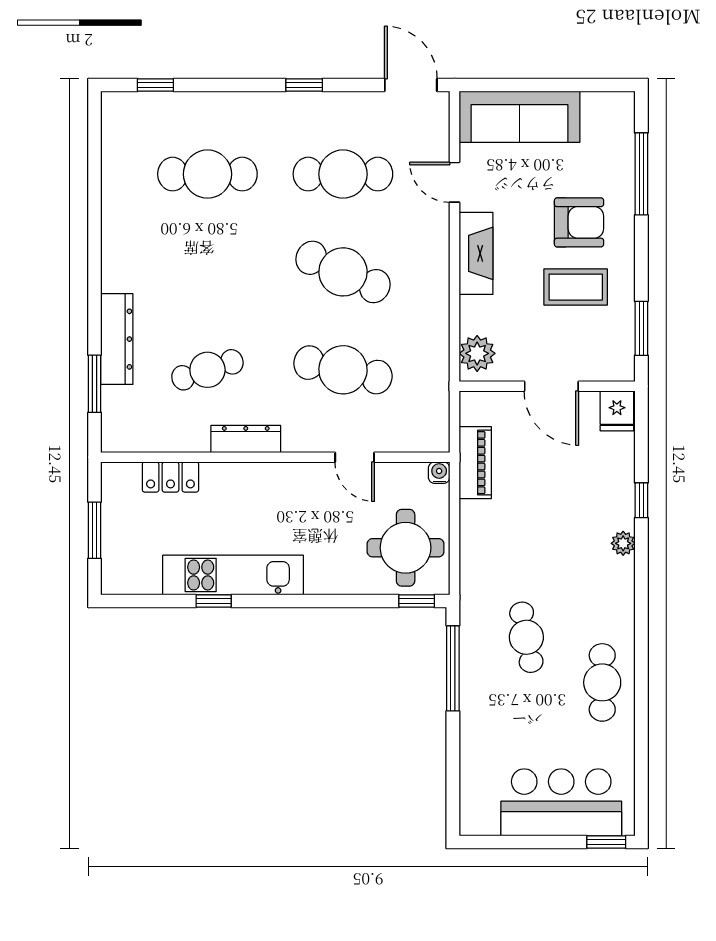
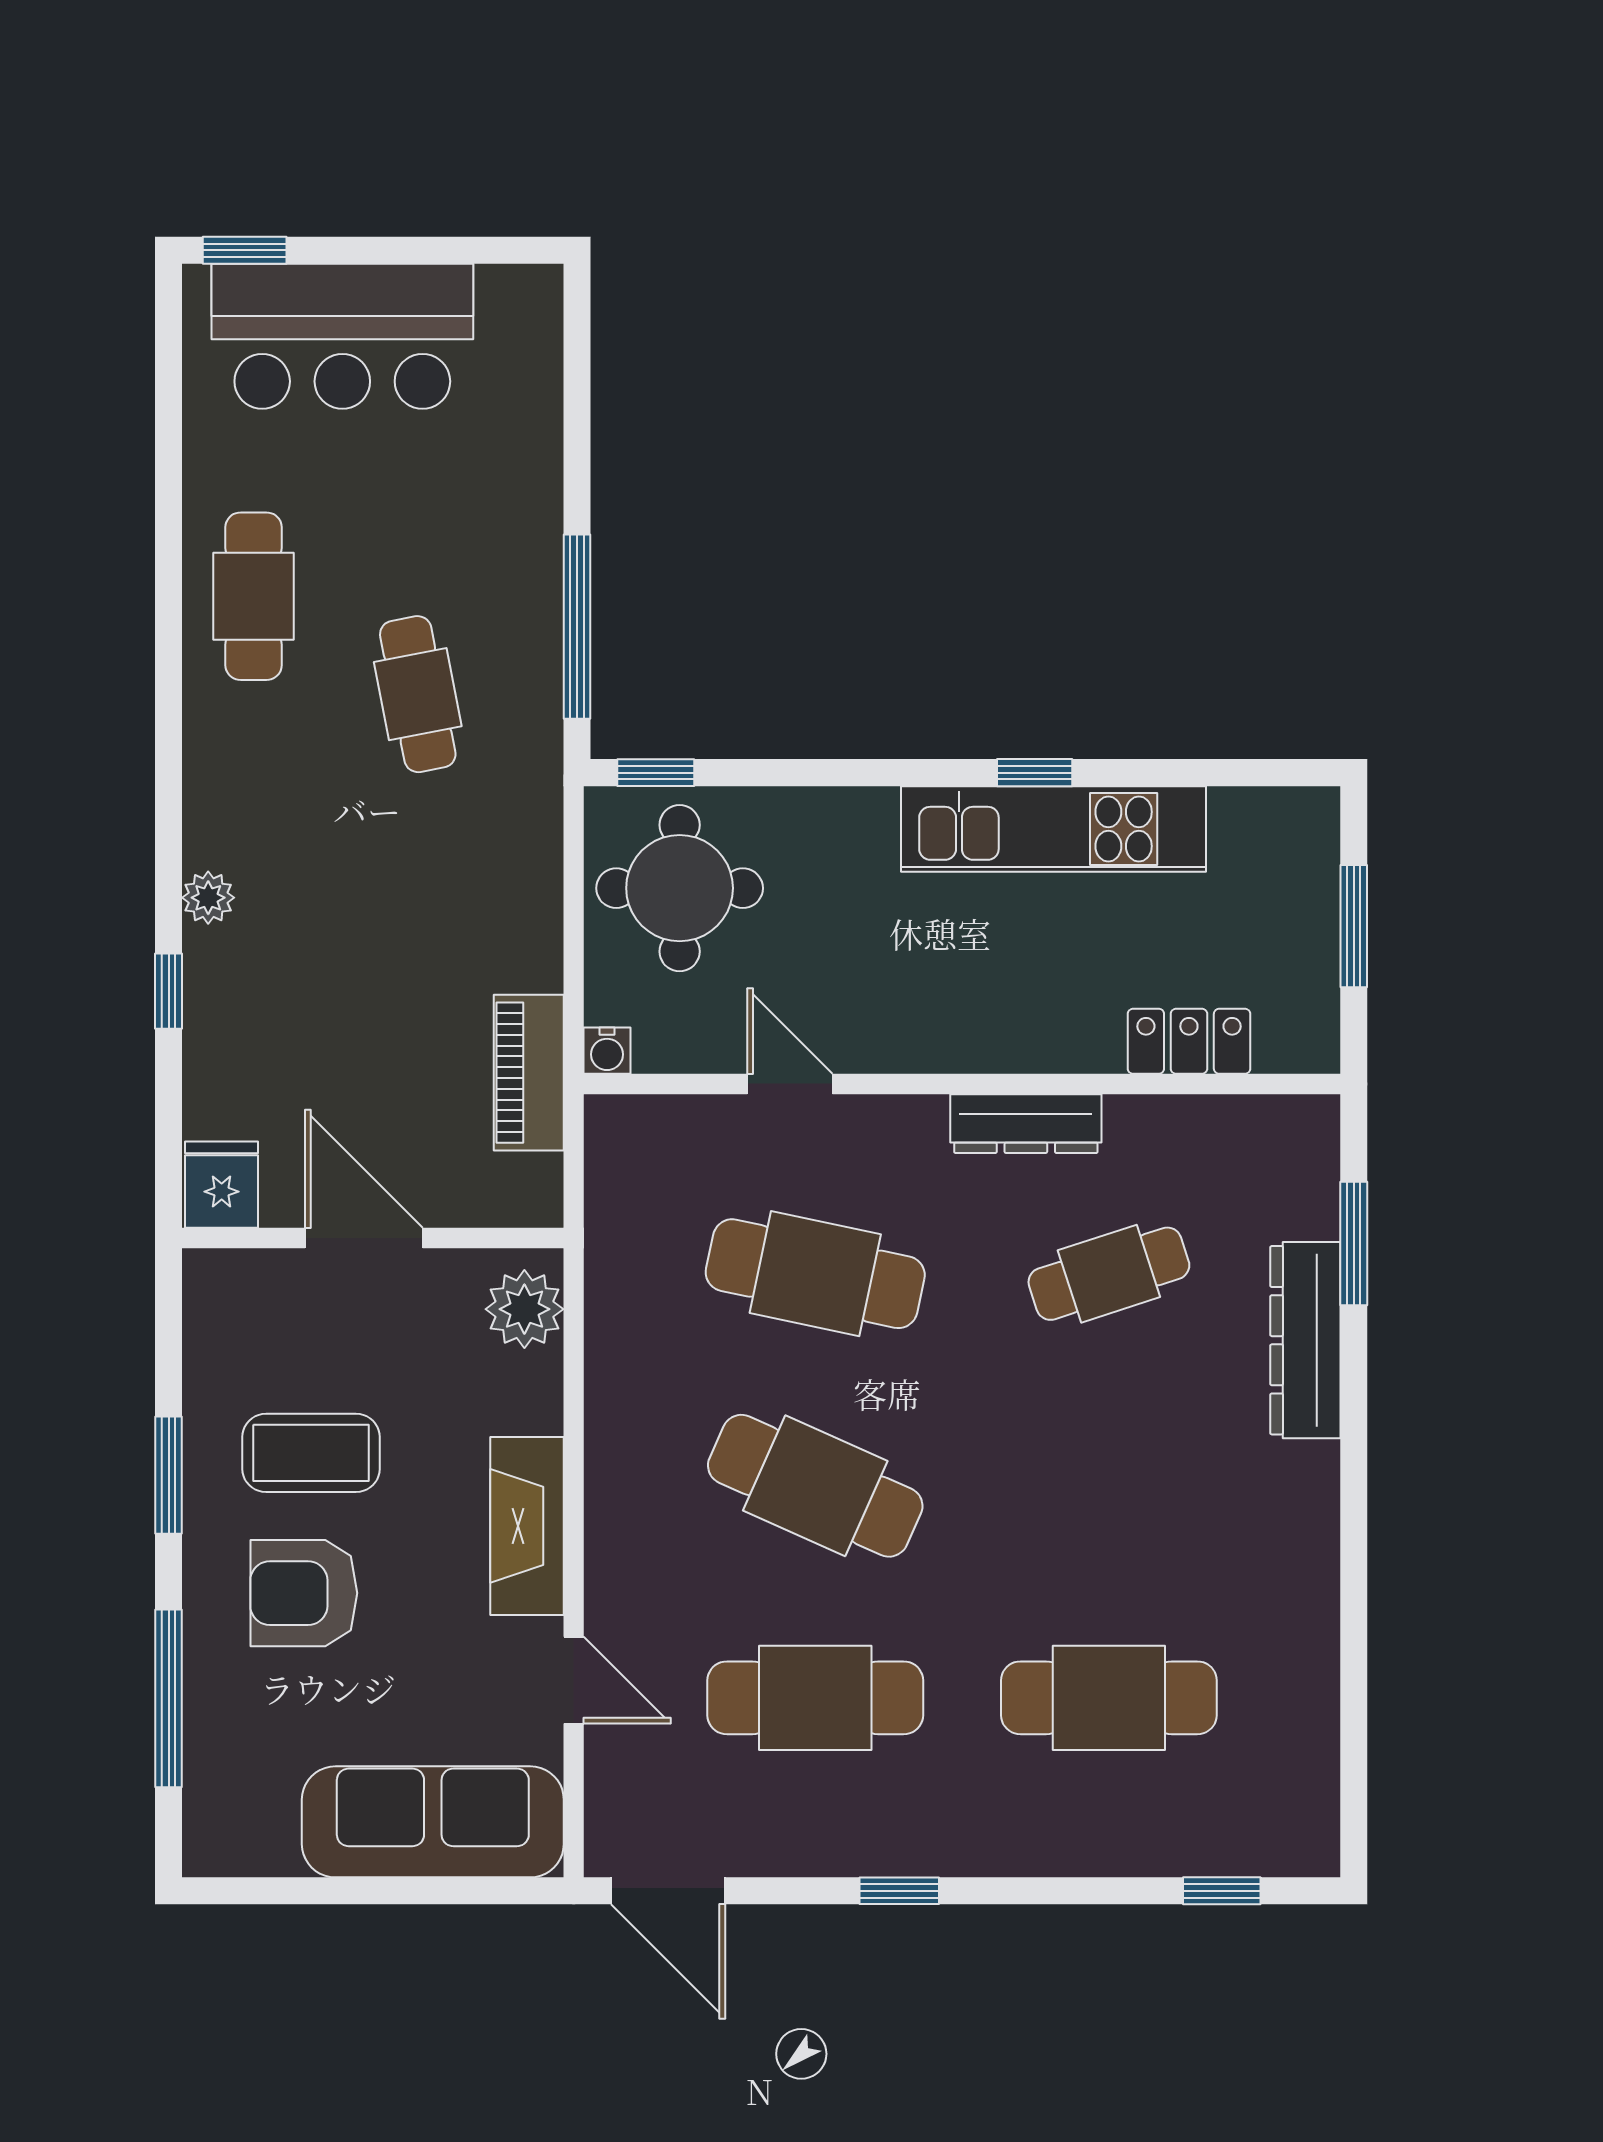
window: (641, 328) -> (169, 1475), moved
window: (214, 601) -> (1035, 773), moved

